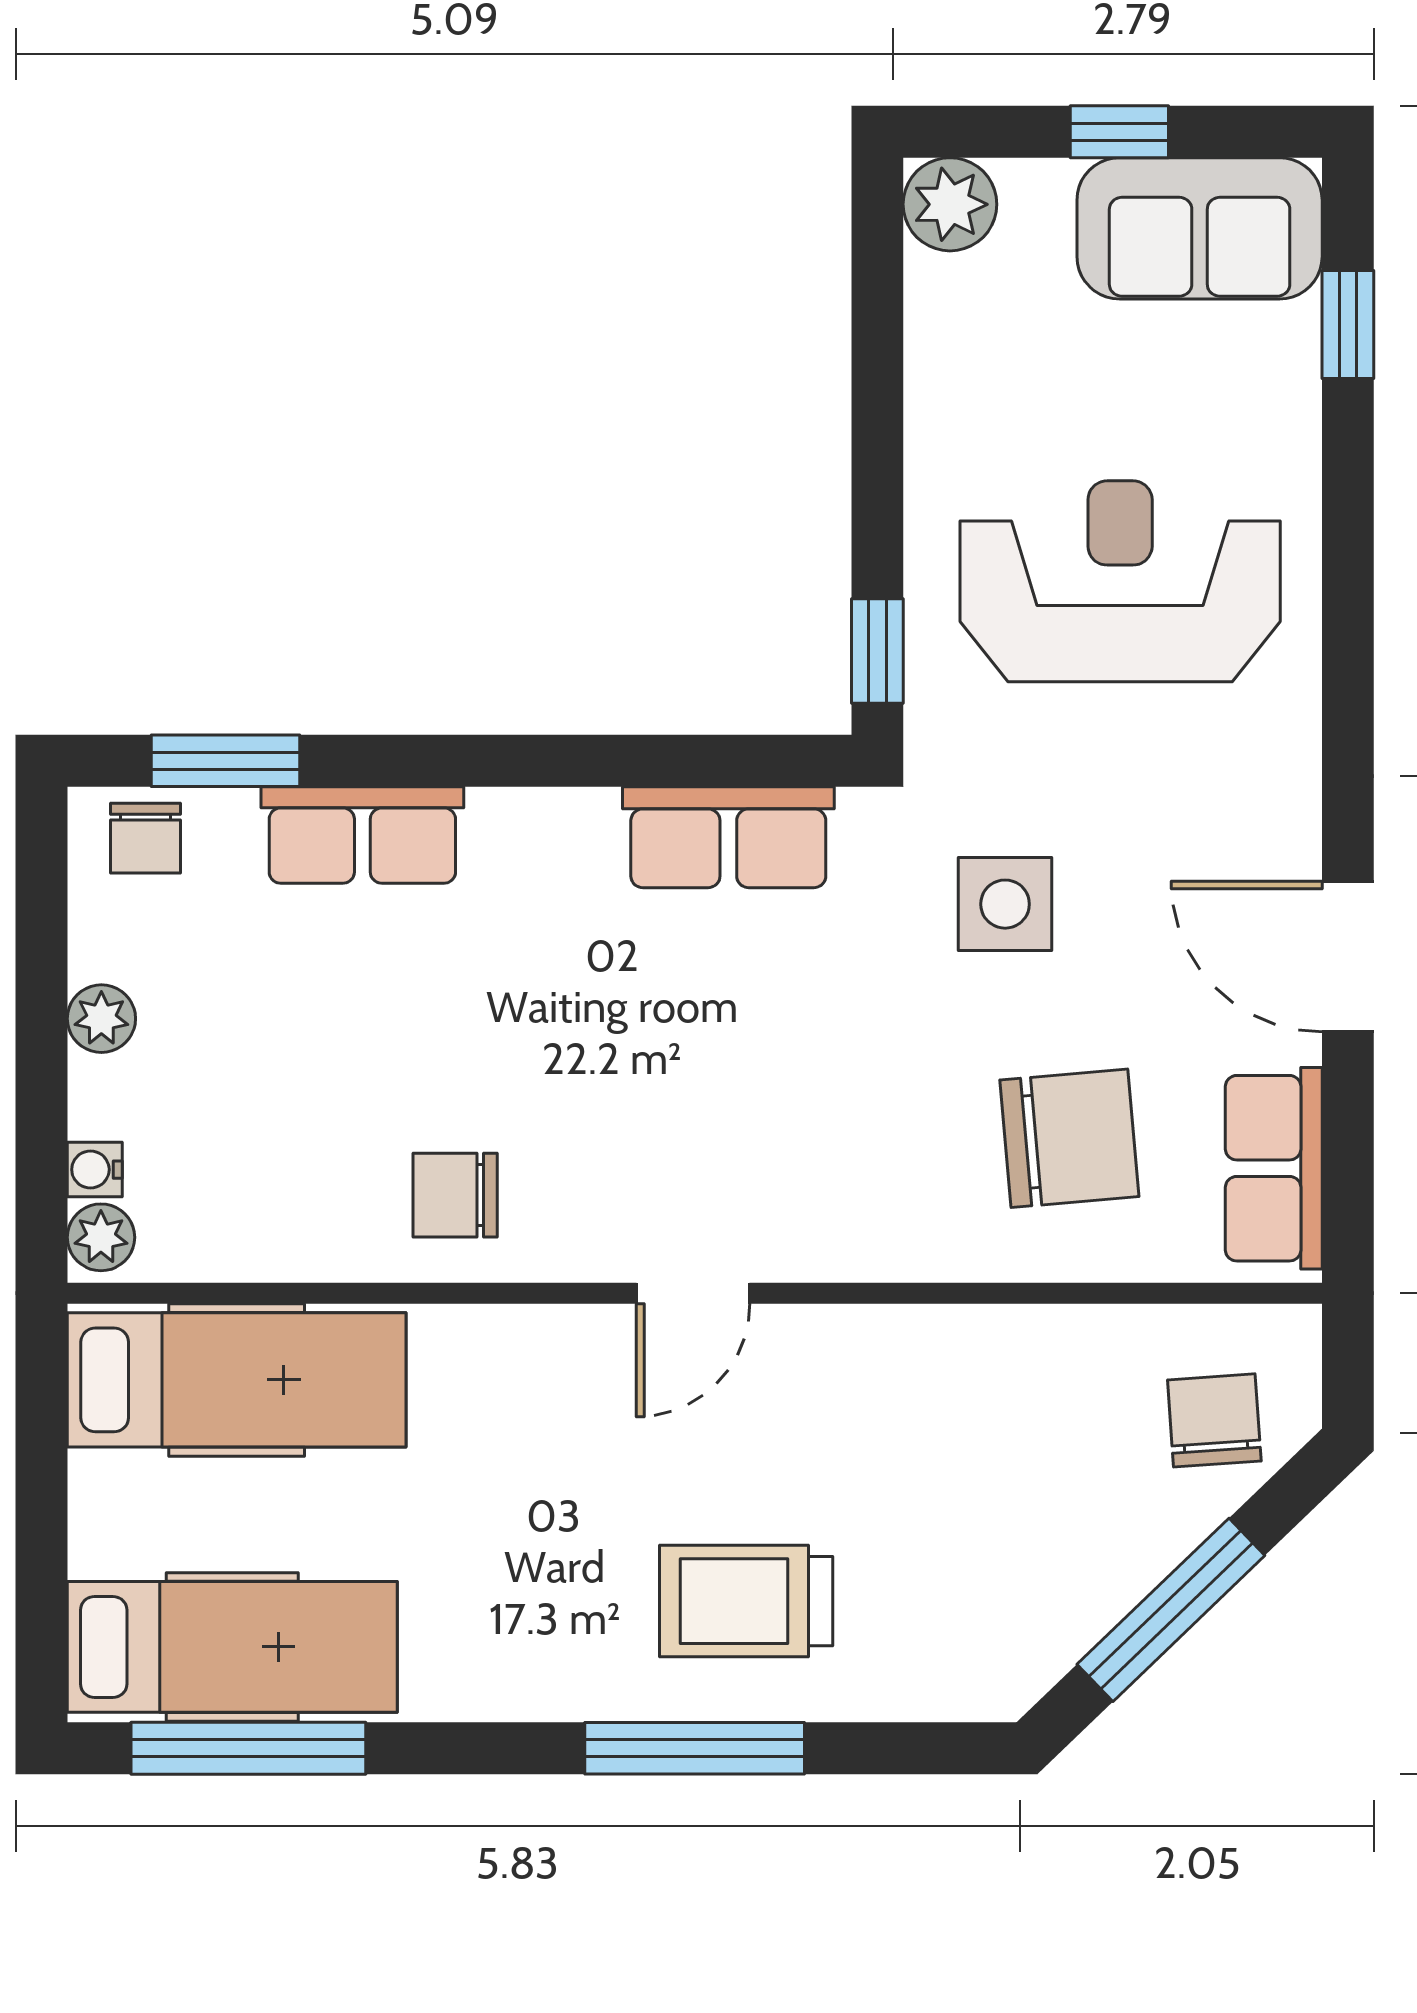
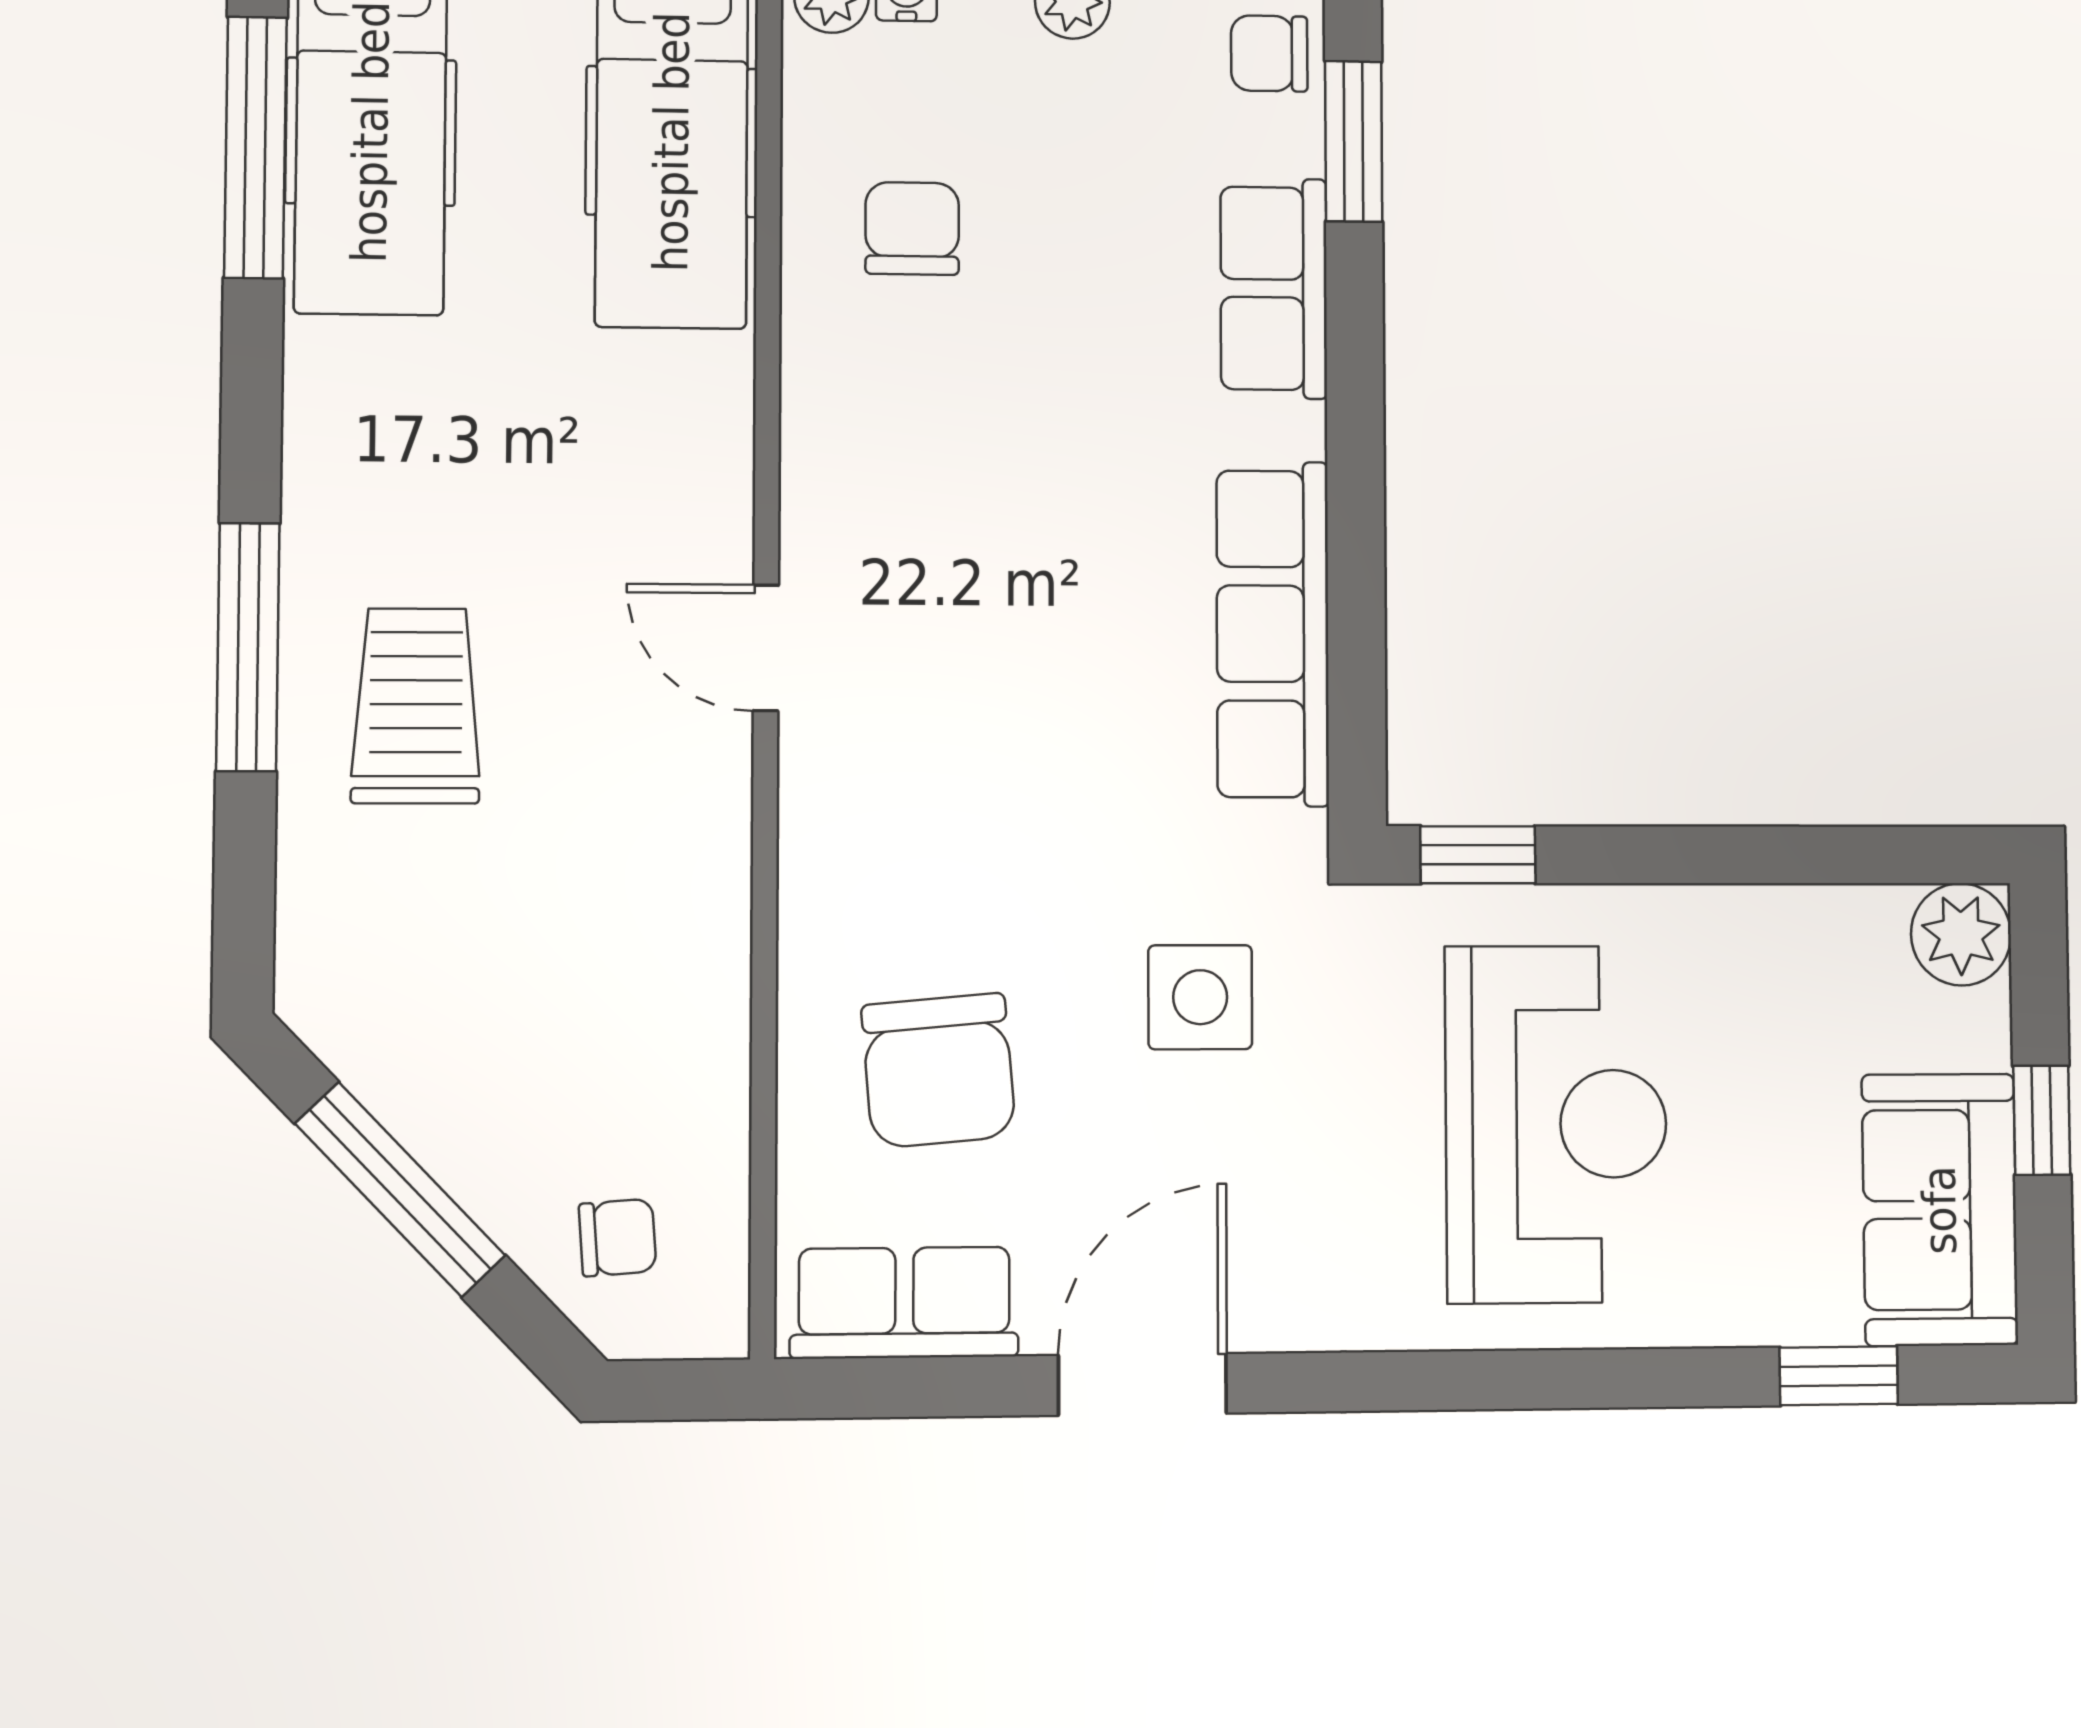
row of seats: (728, 837) -> (1273, 634), width x1.48
chair: (455, 1195) -> (912, 228), moved
chair: (1214, 1420) -> (618, 1238), width x0.73, depth x0.73

